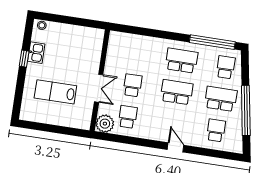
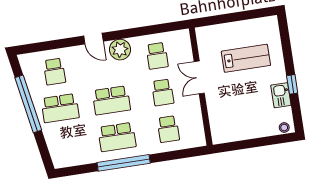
window: (212, 42) -> (124, 163), moved
school desk: (226, 67) -> (168, 129), moved
plant: (105, 124) -> (120, 50), moved

